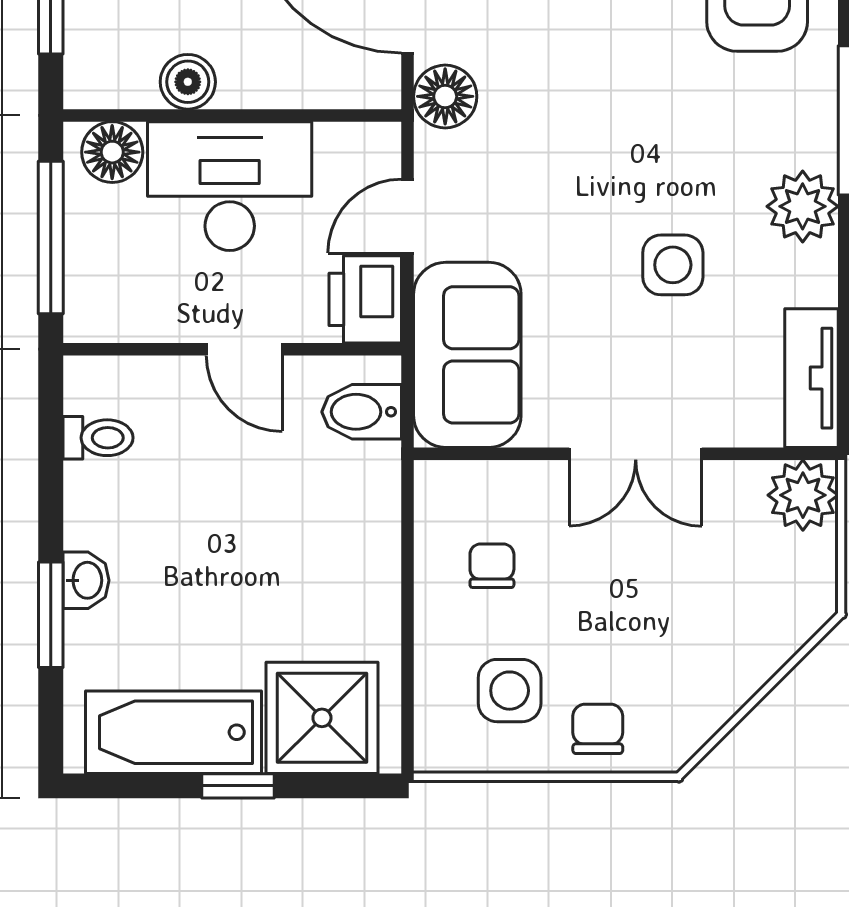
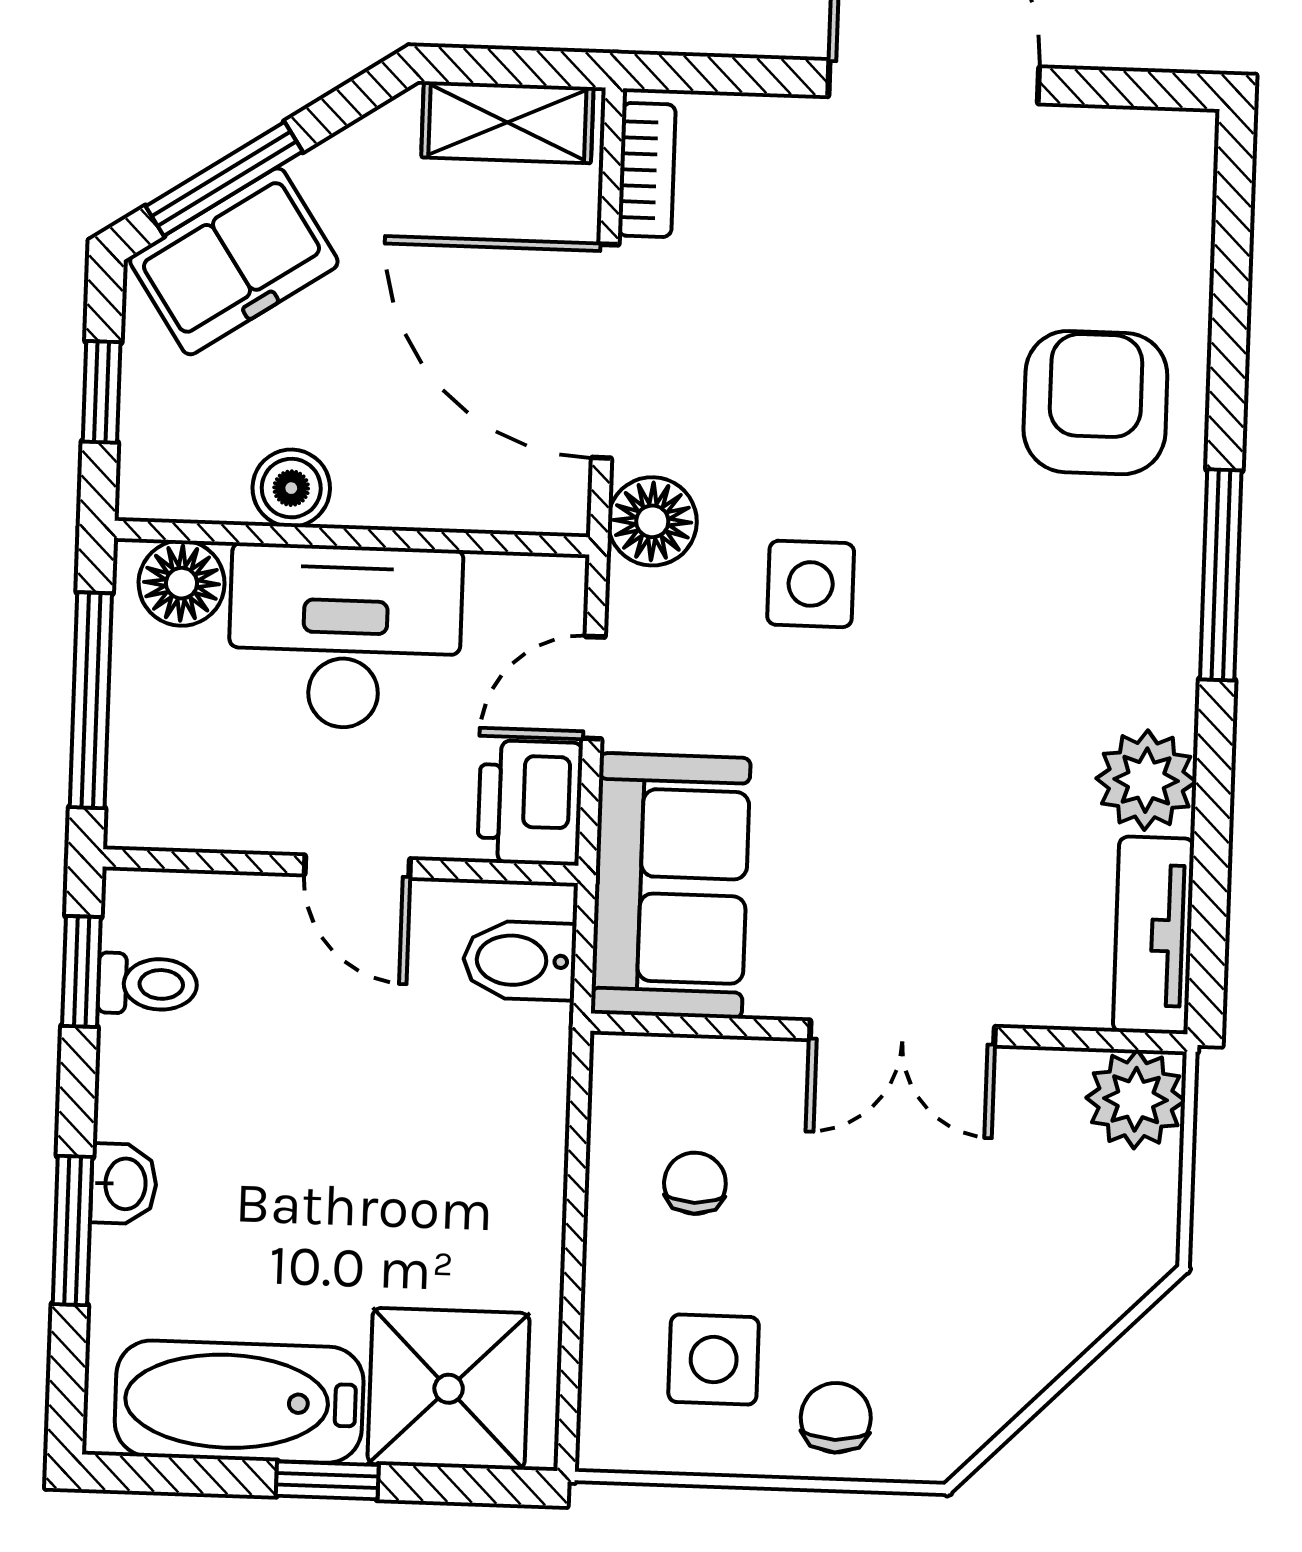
plant: (803, 206) -> (1146, 780), moved
side table: (673, 265) -> (811, 584), moved
window: (51, 431) -> (81, 972), added

